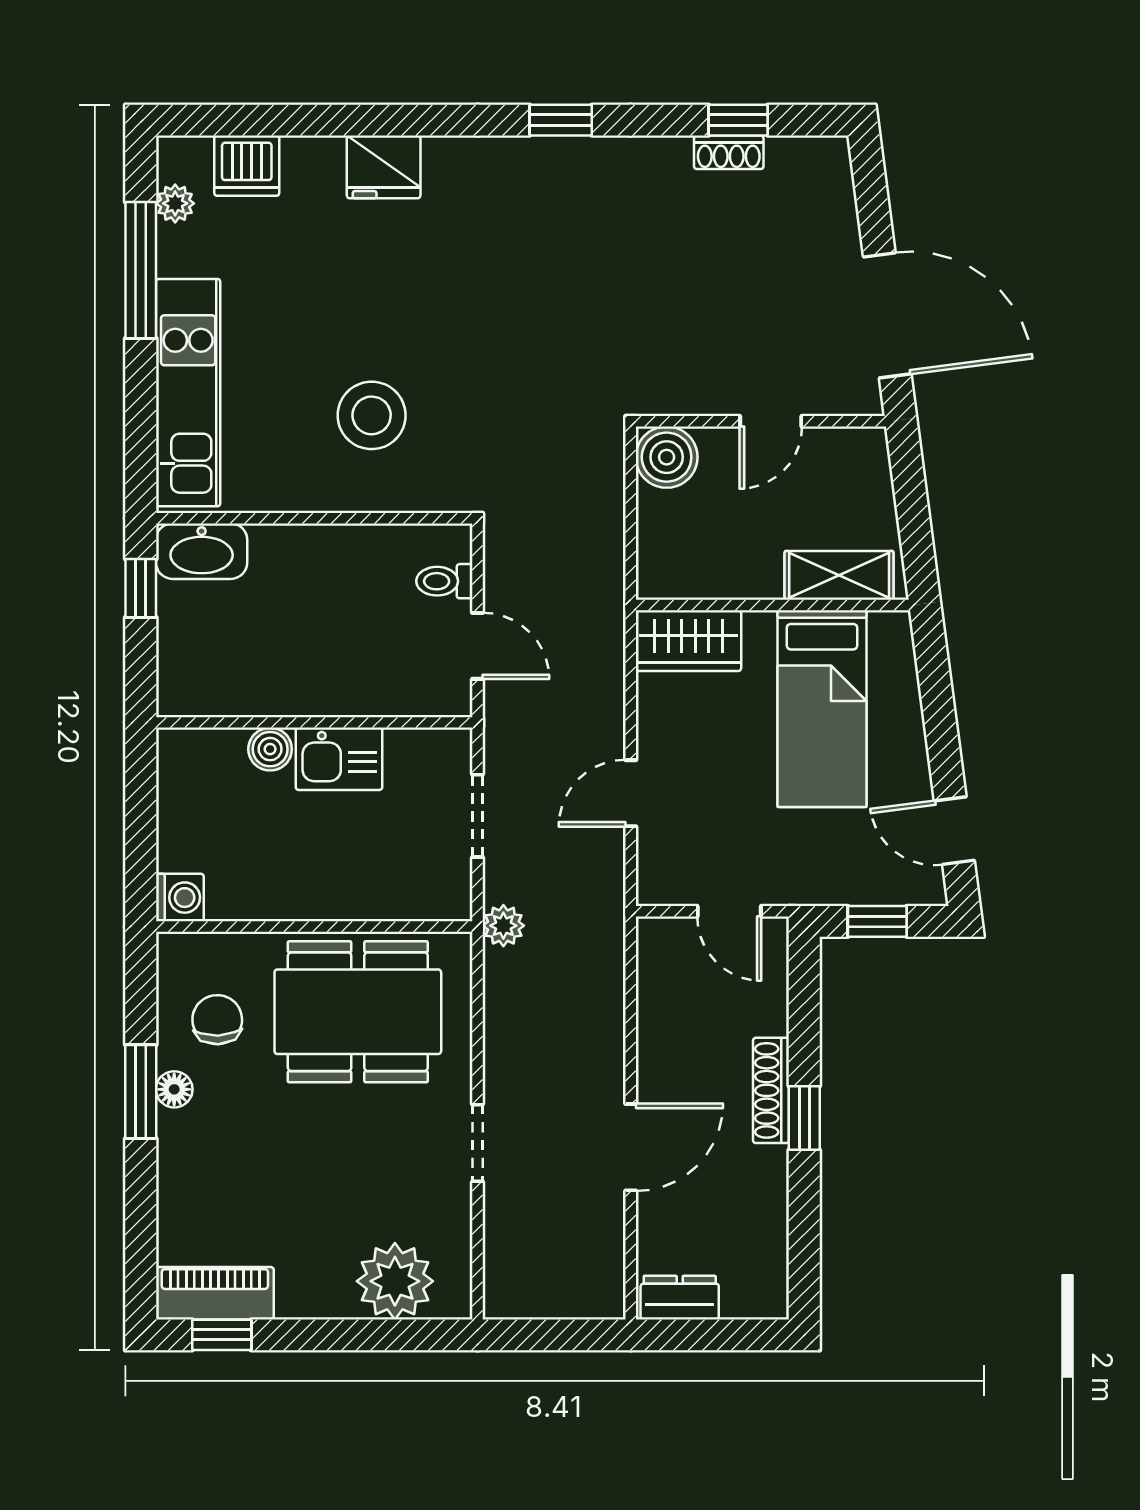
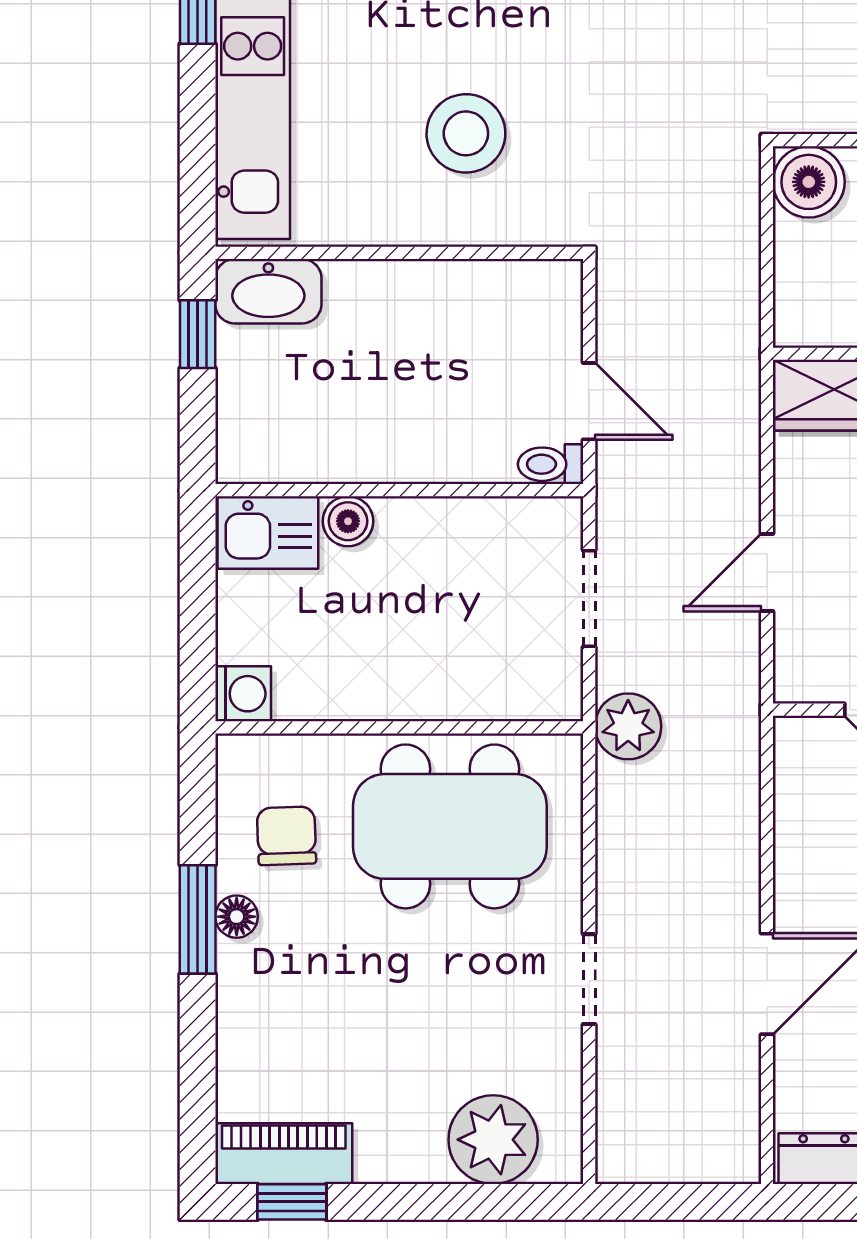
toilet: (444, 581) -> (551, 464), moved
kitchen sink: (339, 759) -> (268, 532), moved
plant: (503, 926) -> (628, 726), width x1.38, depth x1.38

